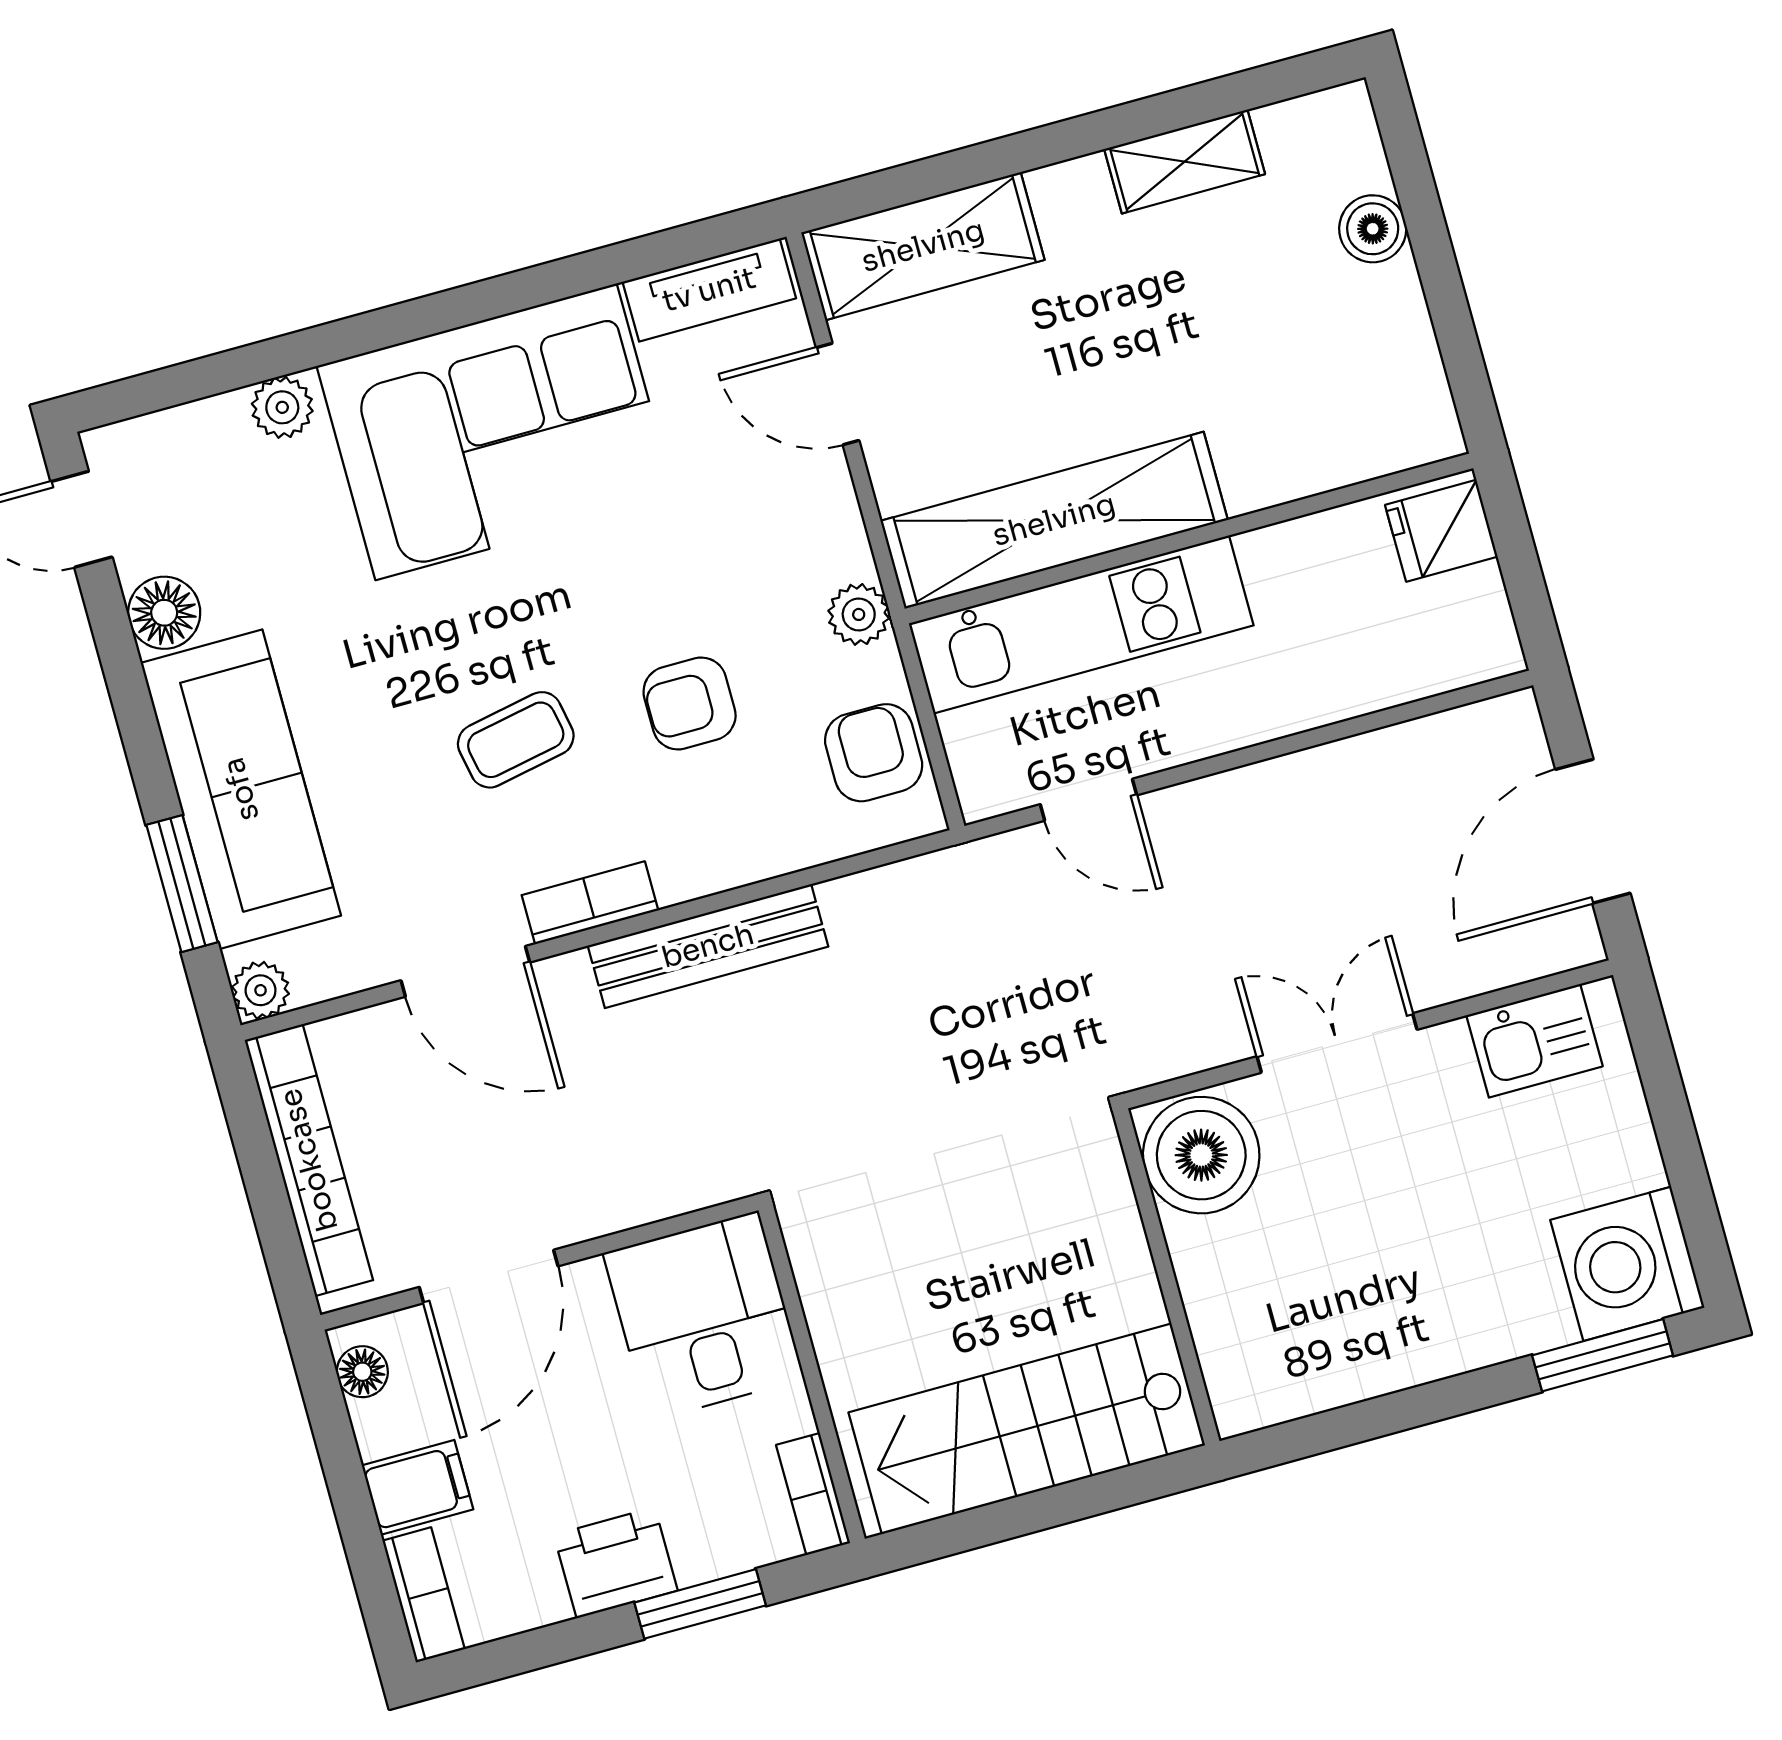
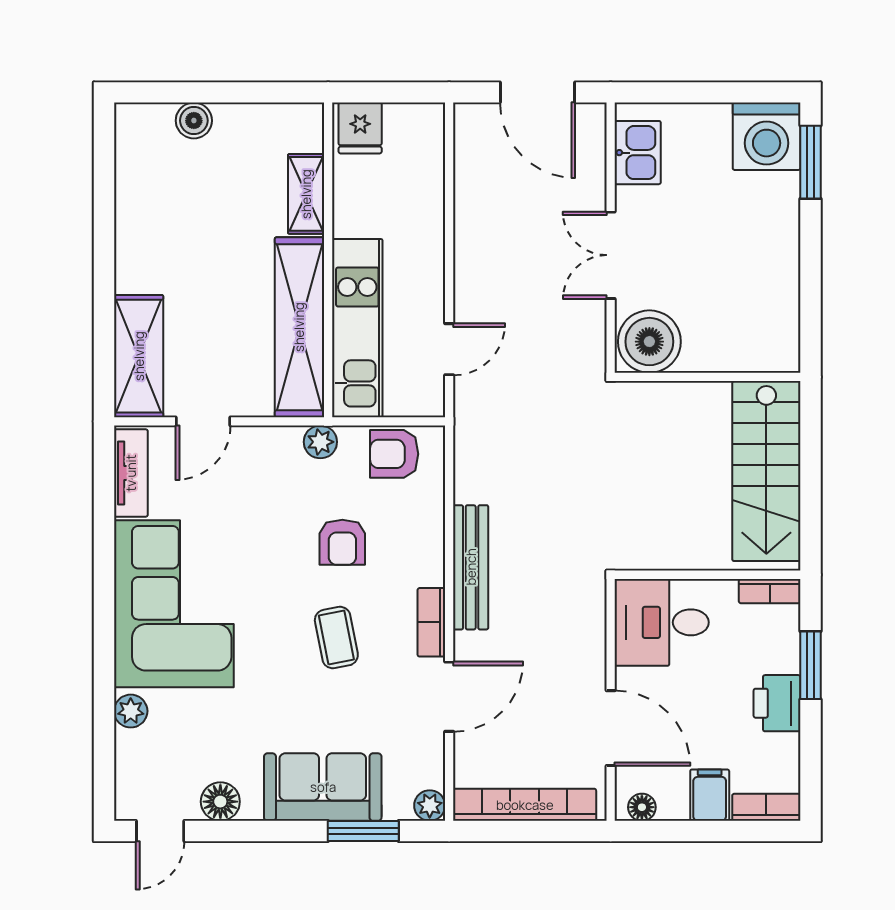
shelving: (1185, 162) -> (306, 194), moved
sofa: (241, 789) -> (323, 787), width x0.73

